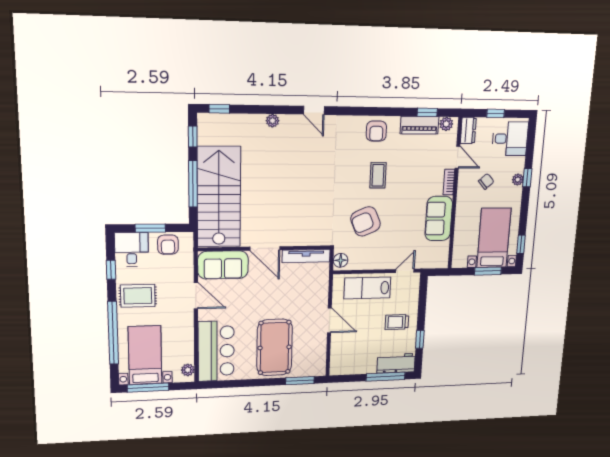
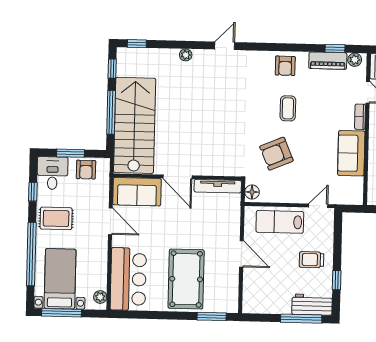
door: (314, 110) -> (225, 46), swing flipped

